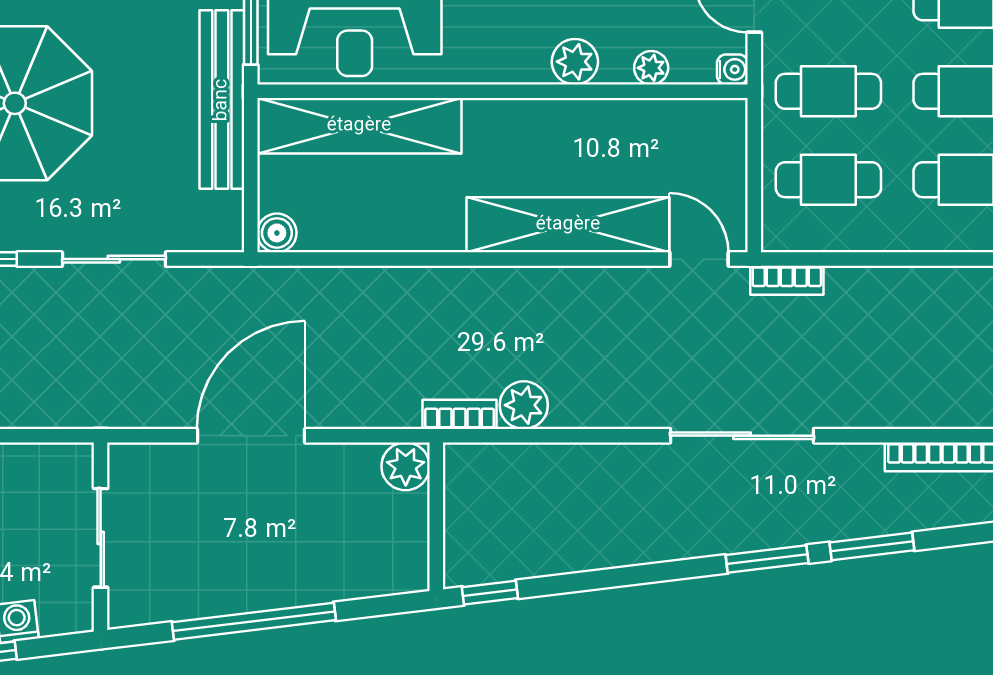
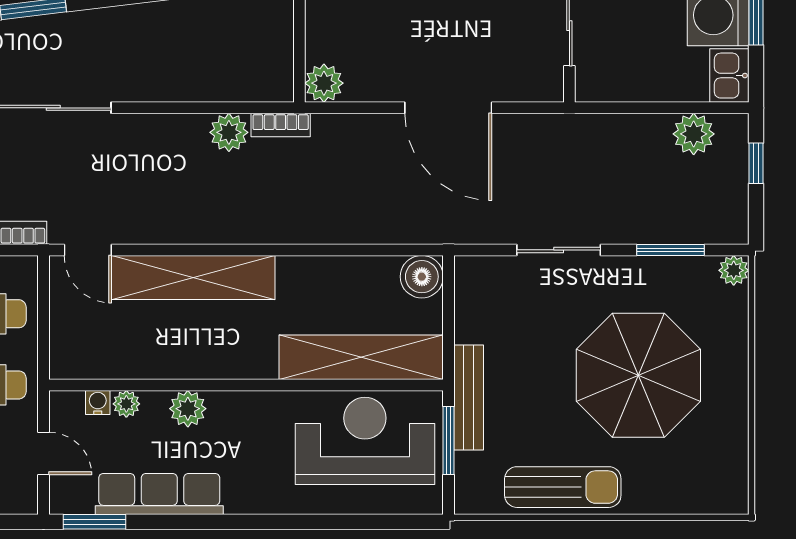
water cooler: (732, 69) -> (98, 402), moved, turned 90
bench: (222, 100) -> (469, 398), width x0.73, depth x0.82
boiler: (277, 233) -> (422, 277), width x1.36, depth x1.36
door: (251, 436) -> (448, 108), hinge flipped

